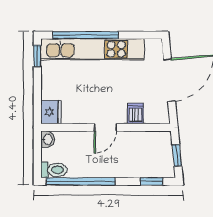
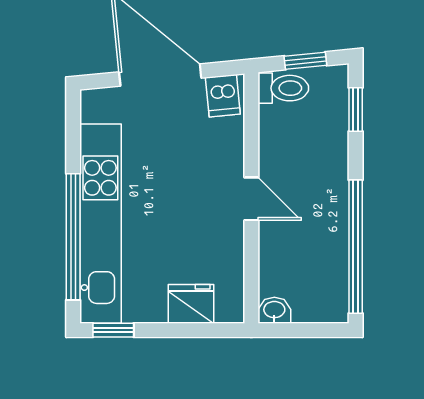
fridge: (51, 112) -> (191, 304), moved
dishwasher: (135, 114) -> (223, 96), moved, turned -96
toilet: (54, 170) -> (283, 88), moved, turned 90

